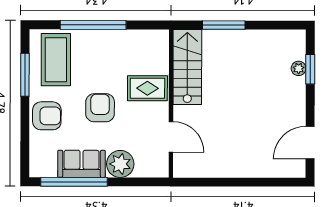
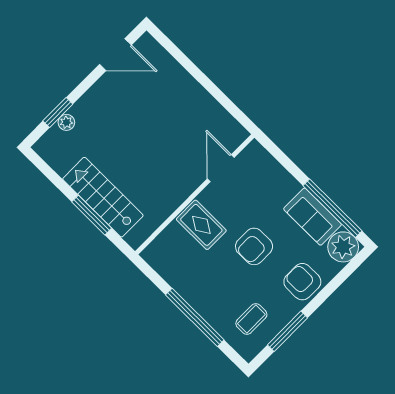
coffee table: (56, 60) -> (251, 319), width x0.54, depth x0.58
stairs: (187, 67) -> (103, 197), moved, turned 90
plant: (120, 164) -> (343, 247), moved

